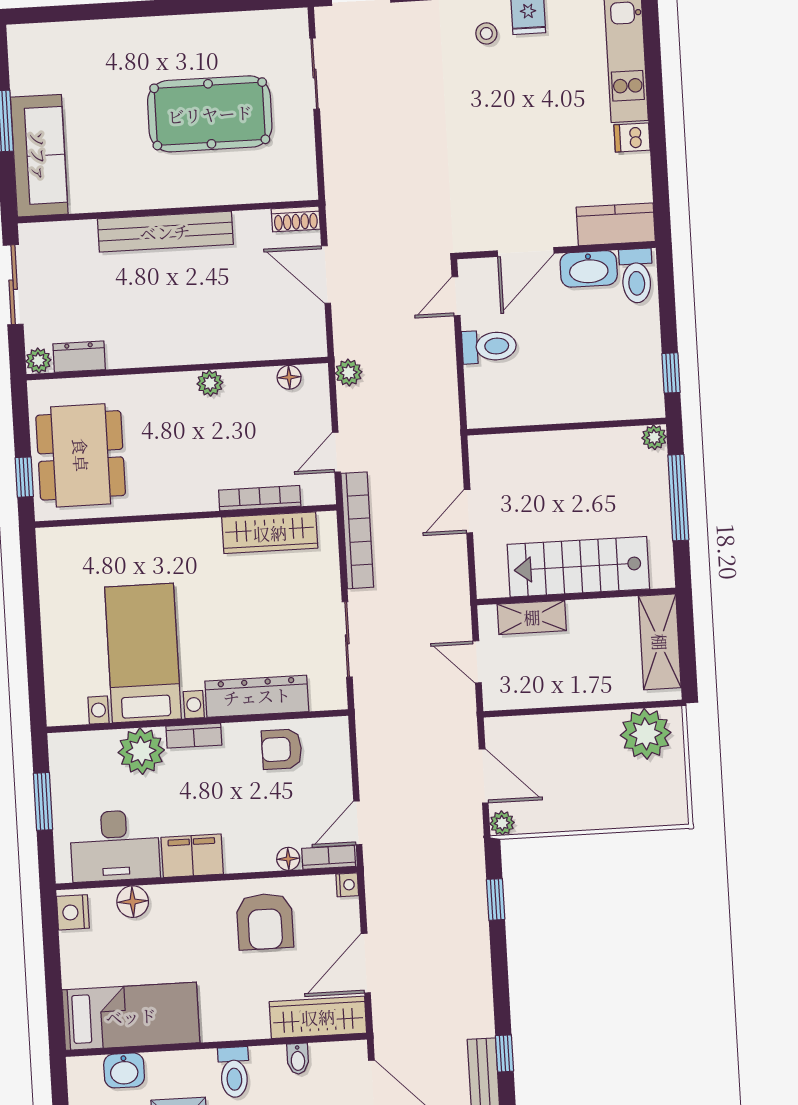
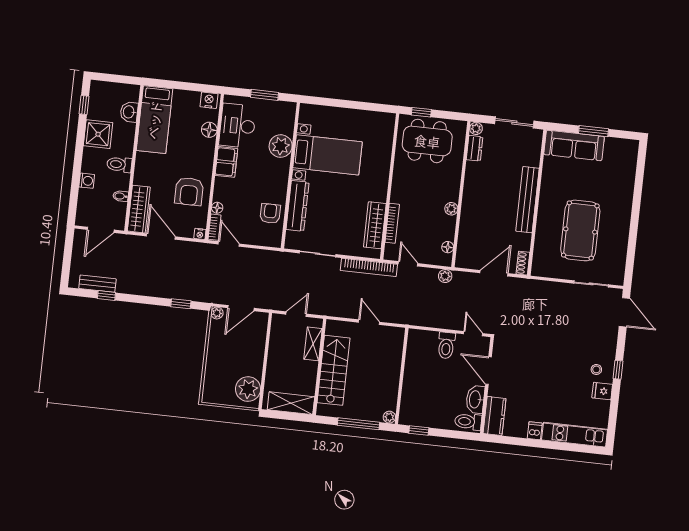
bookcase: (194, 736) -> (284, 173), removed
armchair: (265, 921) -> (189, 191), turned -90

